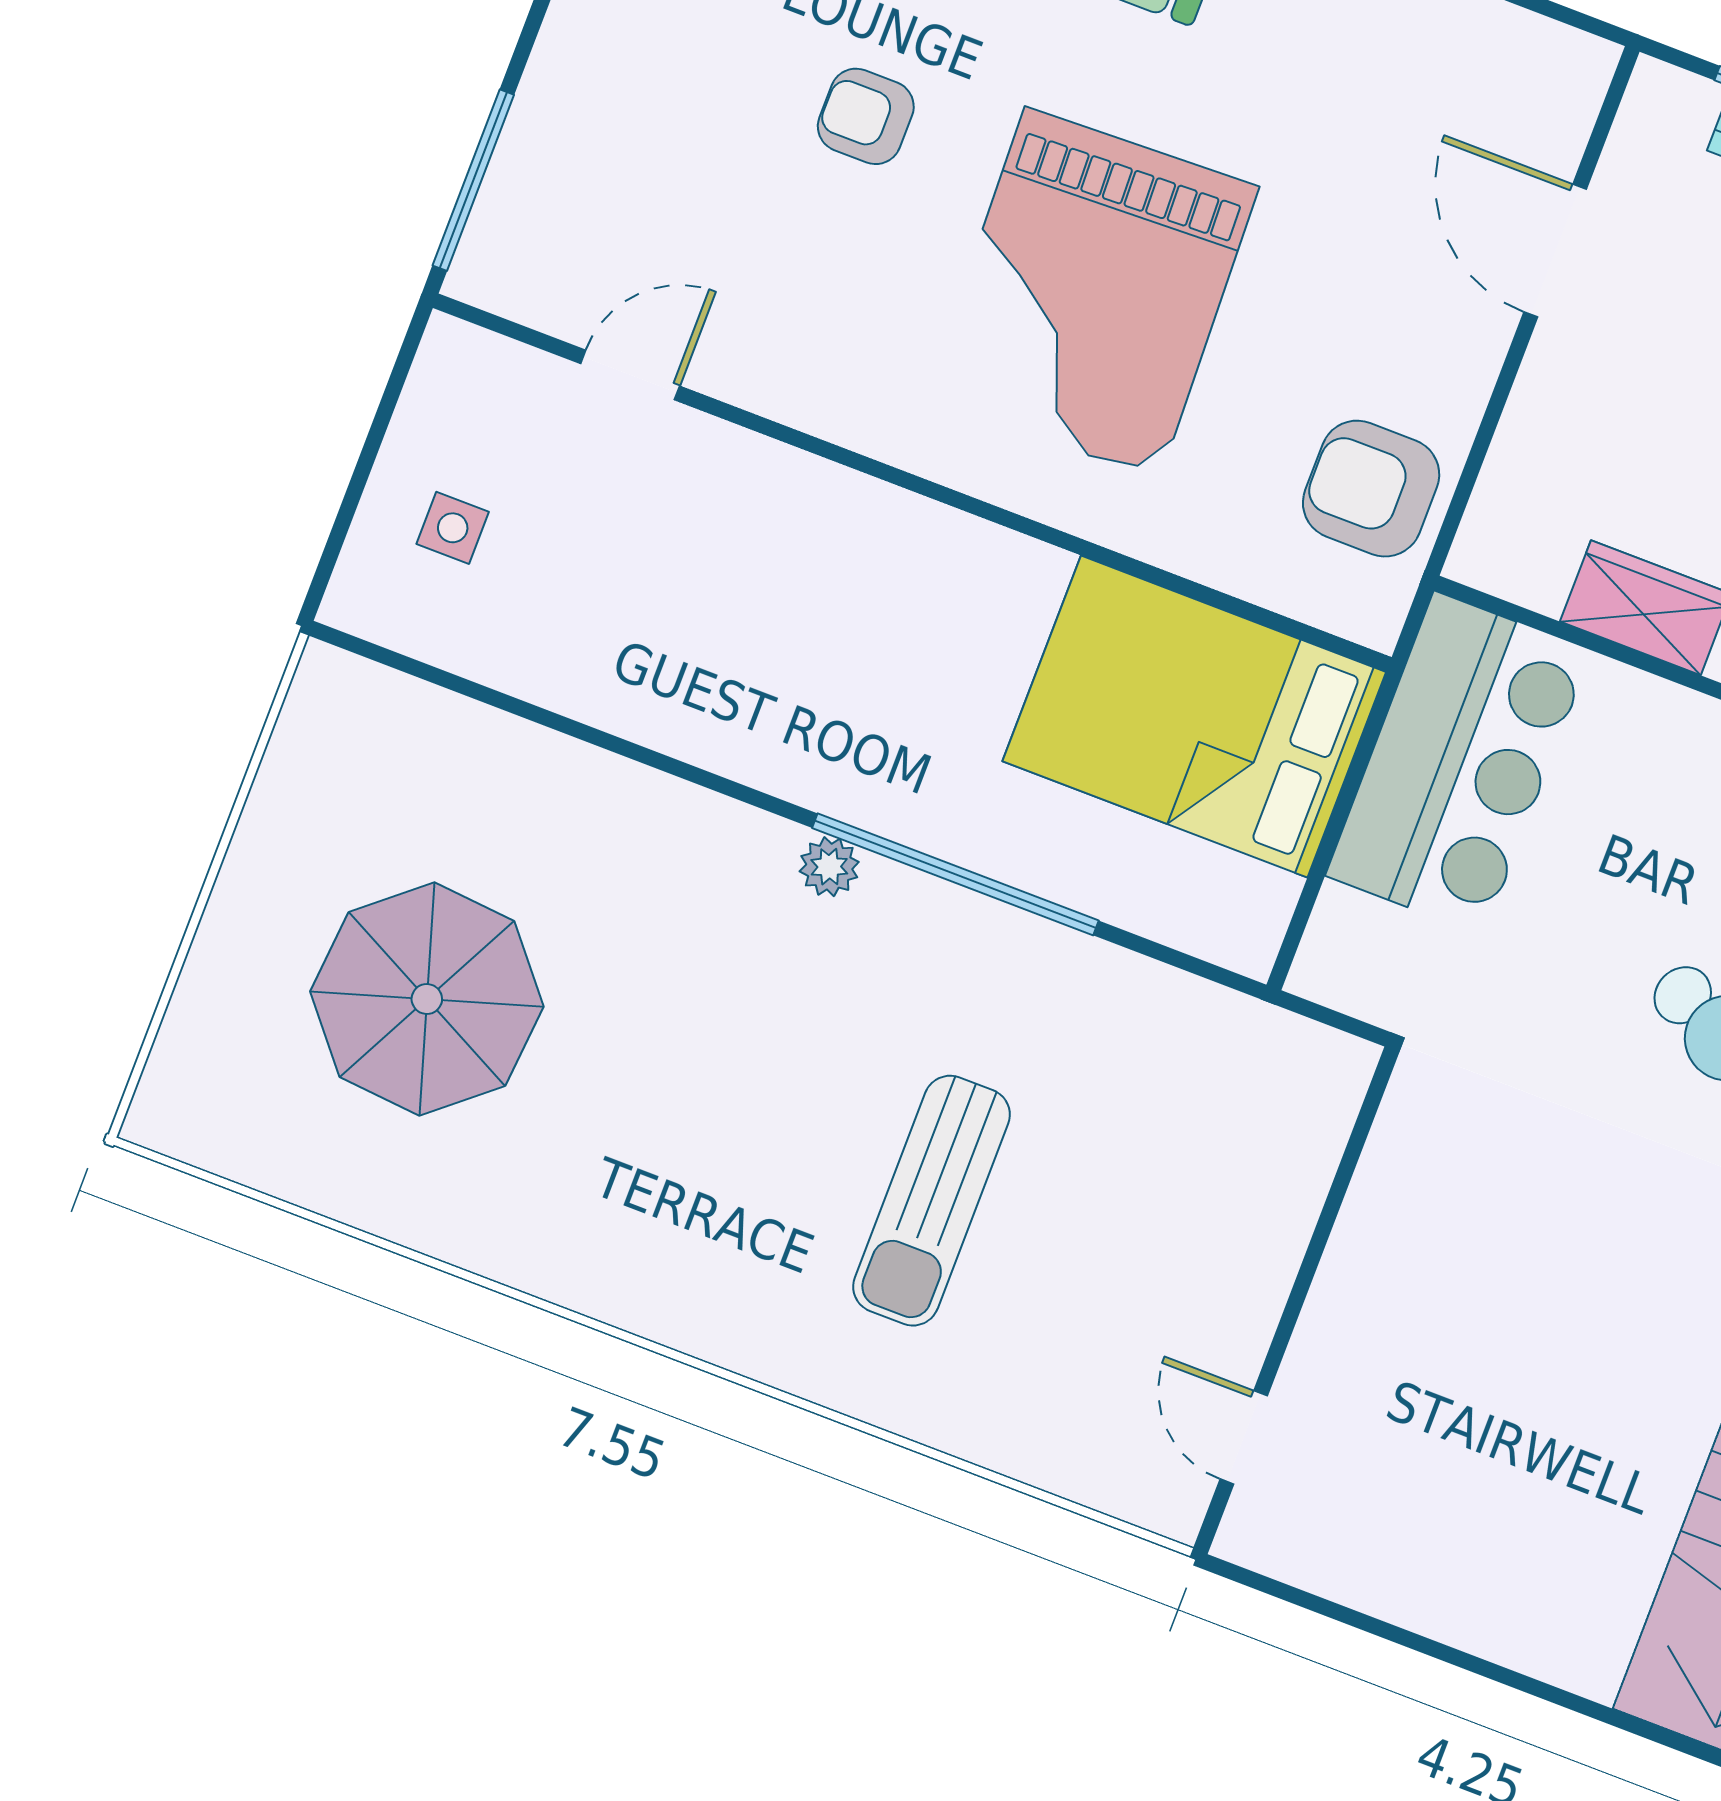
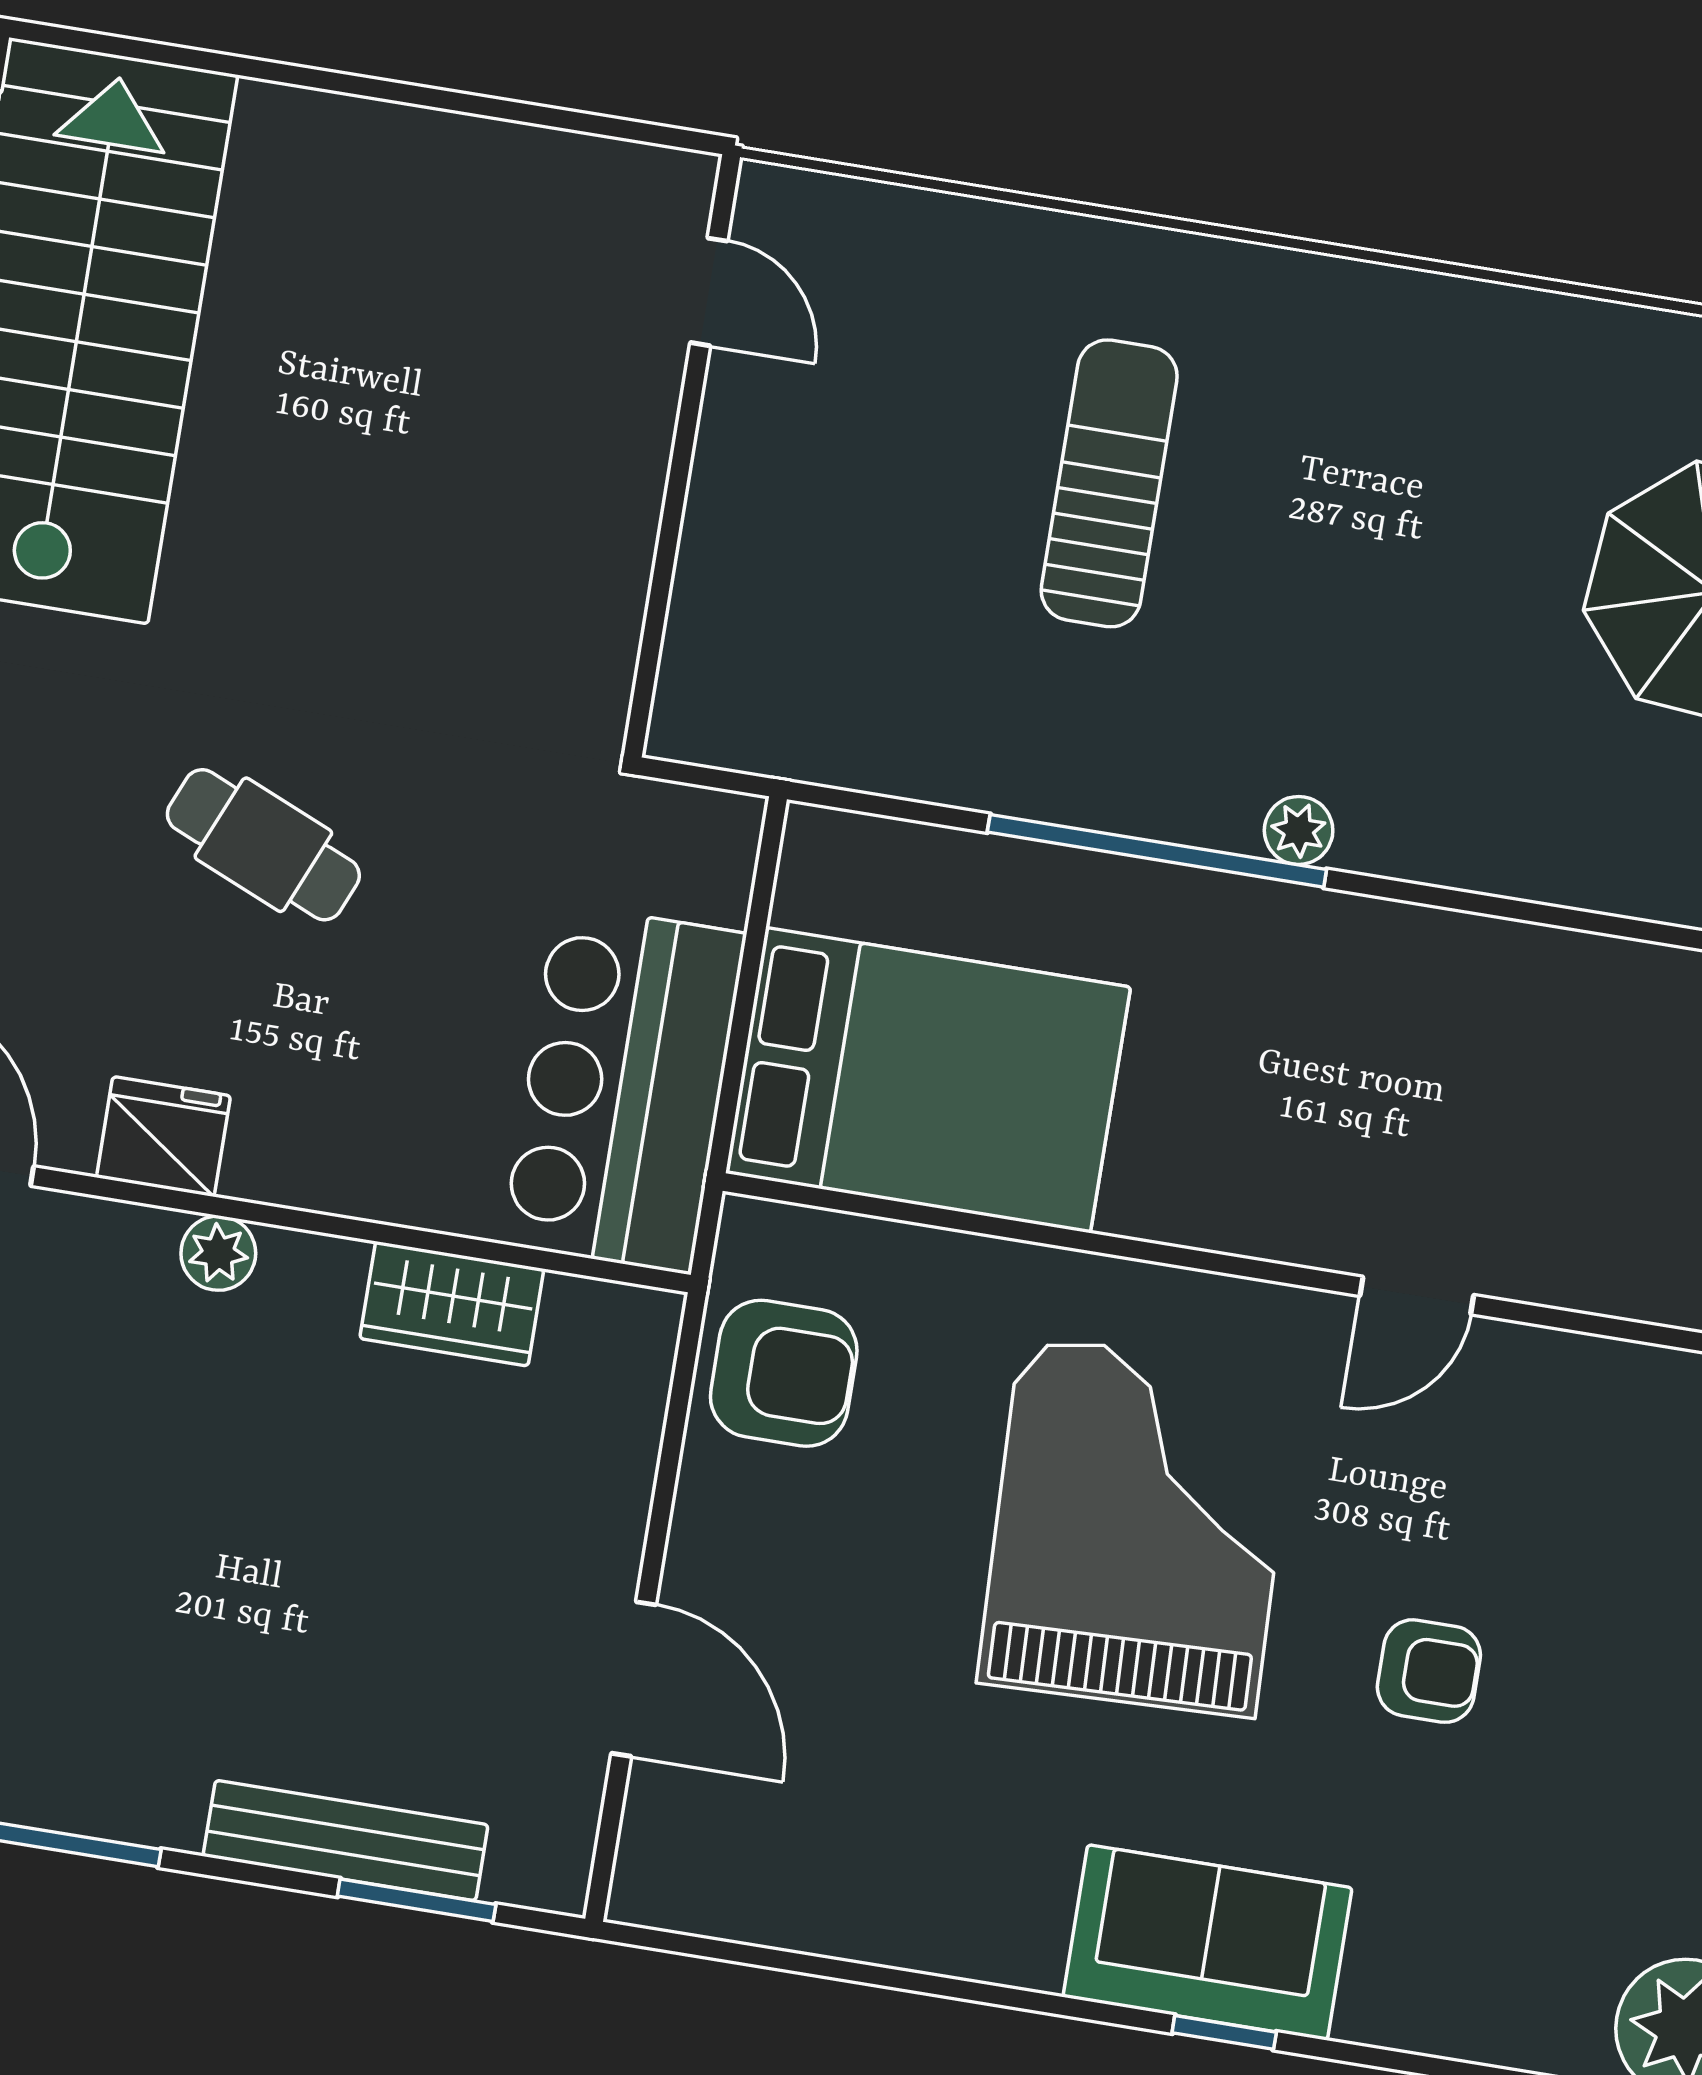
door: (630, 375) -> (1417, 1295), moved

